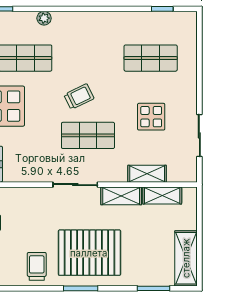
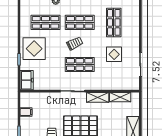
shop shelf: (88, 58) -> (80, 22), added
shop shelf: (151, 58) -> (114, 22), turned 90
shelving: (147, 174) -> (112, 85), removed

